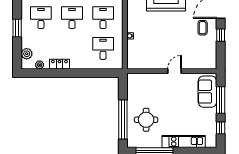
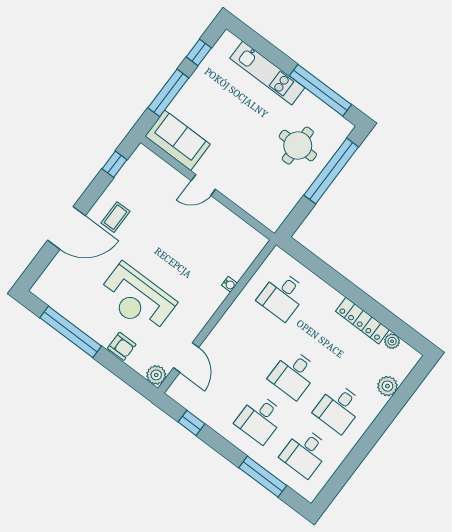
desk: (103, 18) -> (249, 340), removed
window: (17, 28) -> (384, 419), removed
window: (221, 35) -> (115, 164), moved
plant: (27, 54) -> (387, 386), moved
locker: (59, 64) -> (362, 321), width x1.53
sofa: (207, 92) -> (178, 140), moved, turned -90

